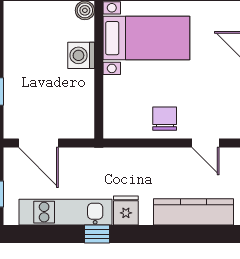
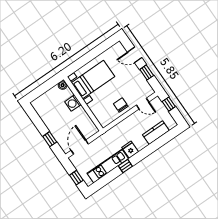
door: (39, 143) -> (80, 147), swing flipped
kitchen counter: (194, 212) -> (156, 133), width x0.67

